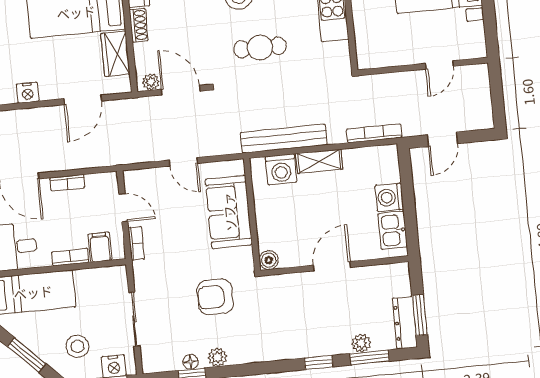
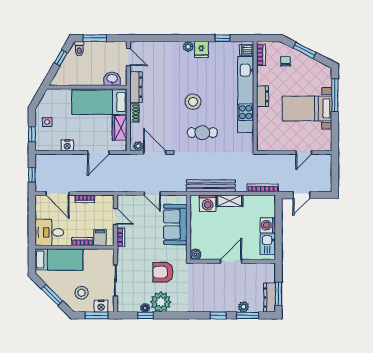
plant: (217, 357) -> (161, 302), width x1.87, depth x1.87

